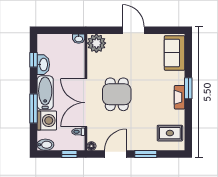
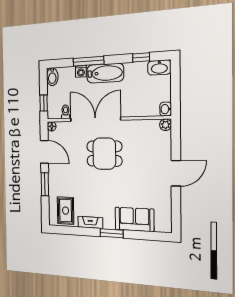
plant: (96, 43) -> (166, 125), width x0.53, depth x0.53
sofa: (175, 53) -> (134, 219), moved
washbasin: (43, 65) -> (159, 67), moved
fireplace: (180, 97) -> (90, 222), moved
washing machine: (47, 120) -> (81, 71), width x0.53, depth x0.53

